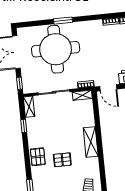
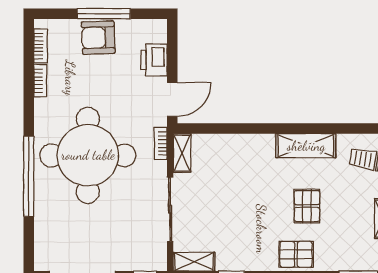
window: (63, 21) -> (29, 176), width x2.11
round table: (56, 49) -> (88, 155), moved
shelving: (91, 142) -> (306, 146), moved

